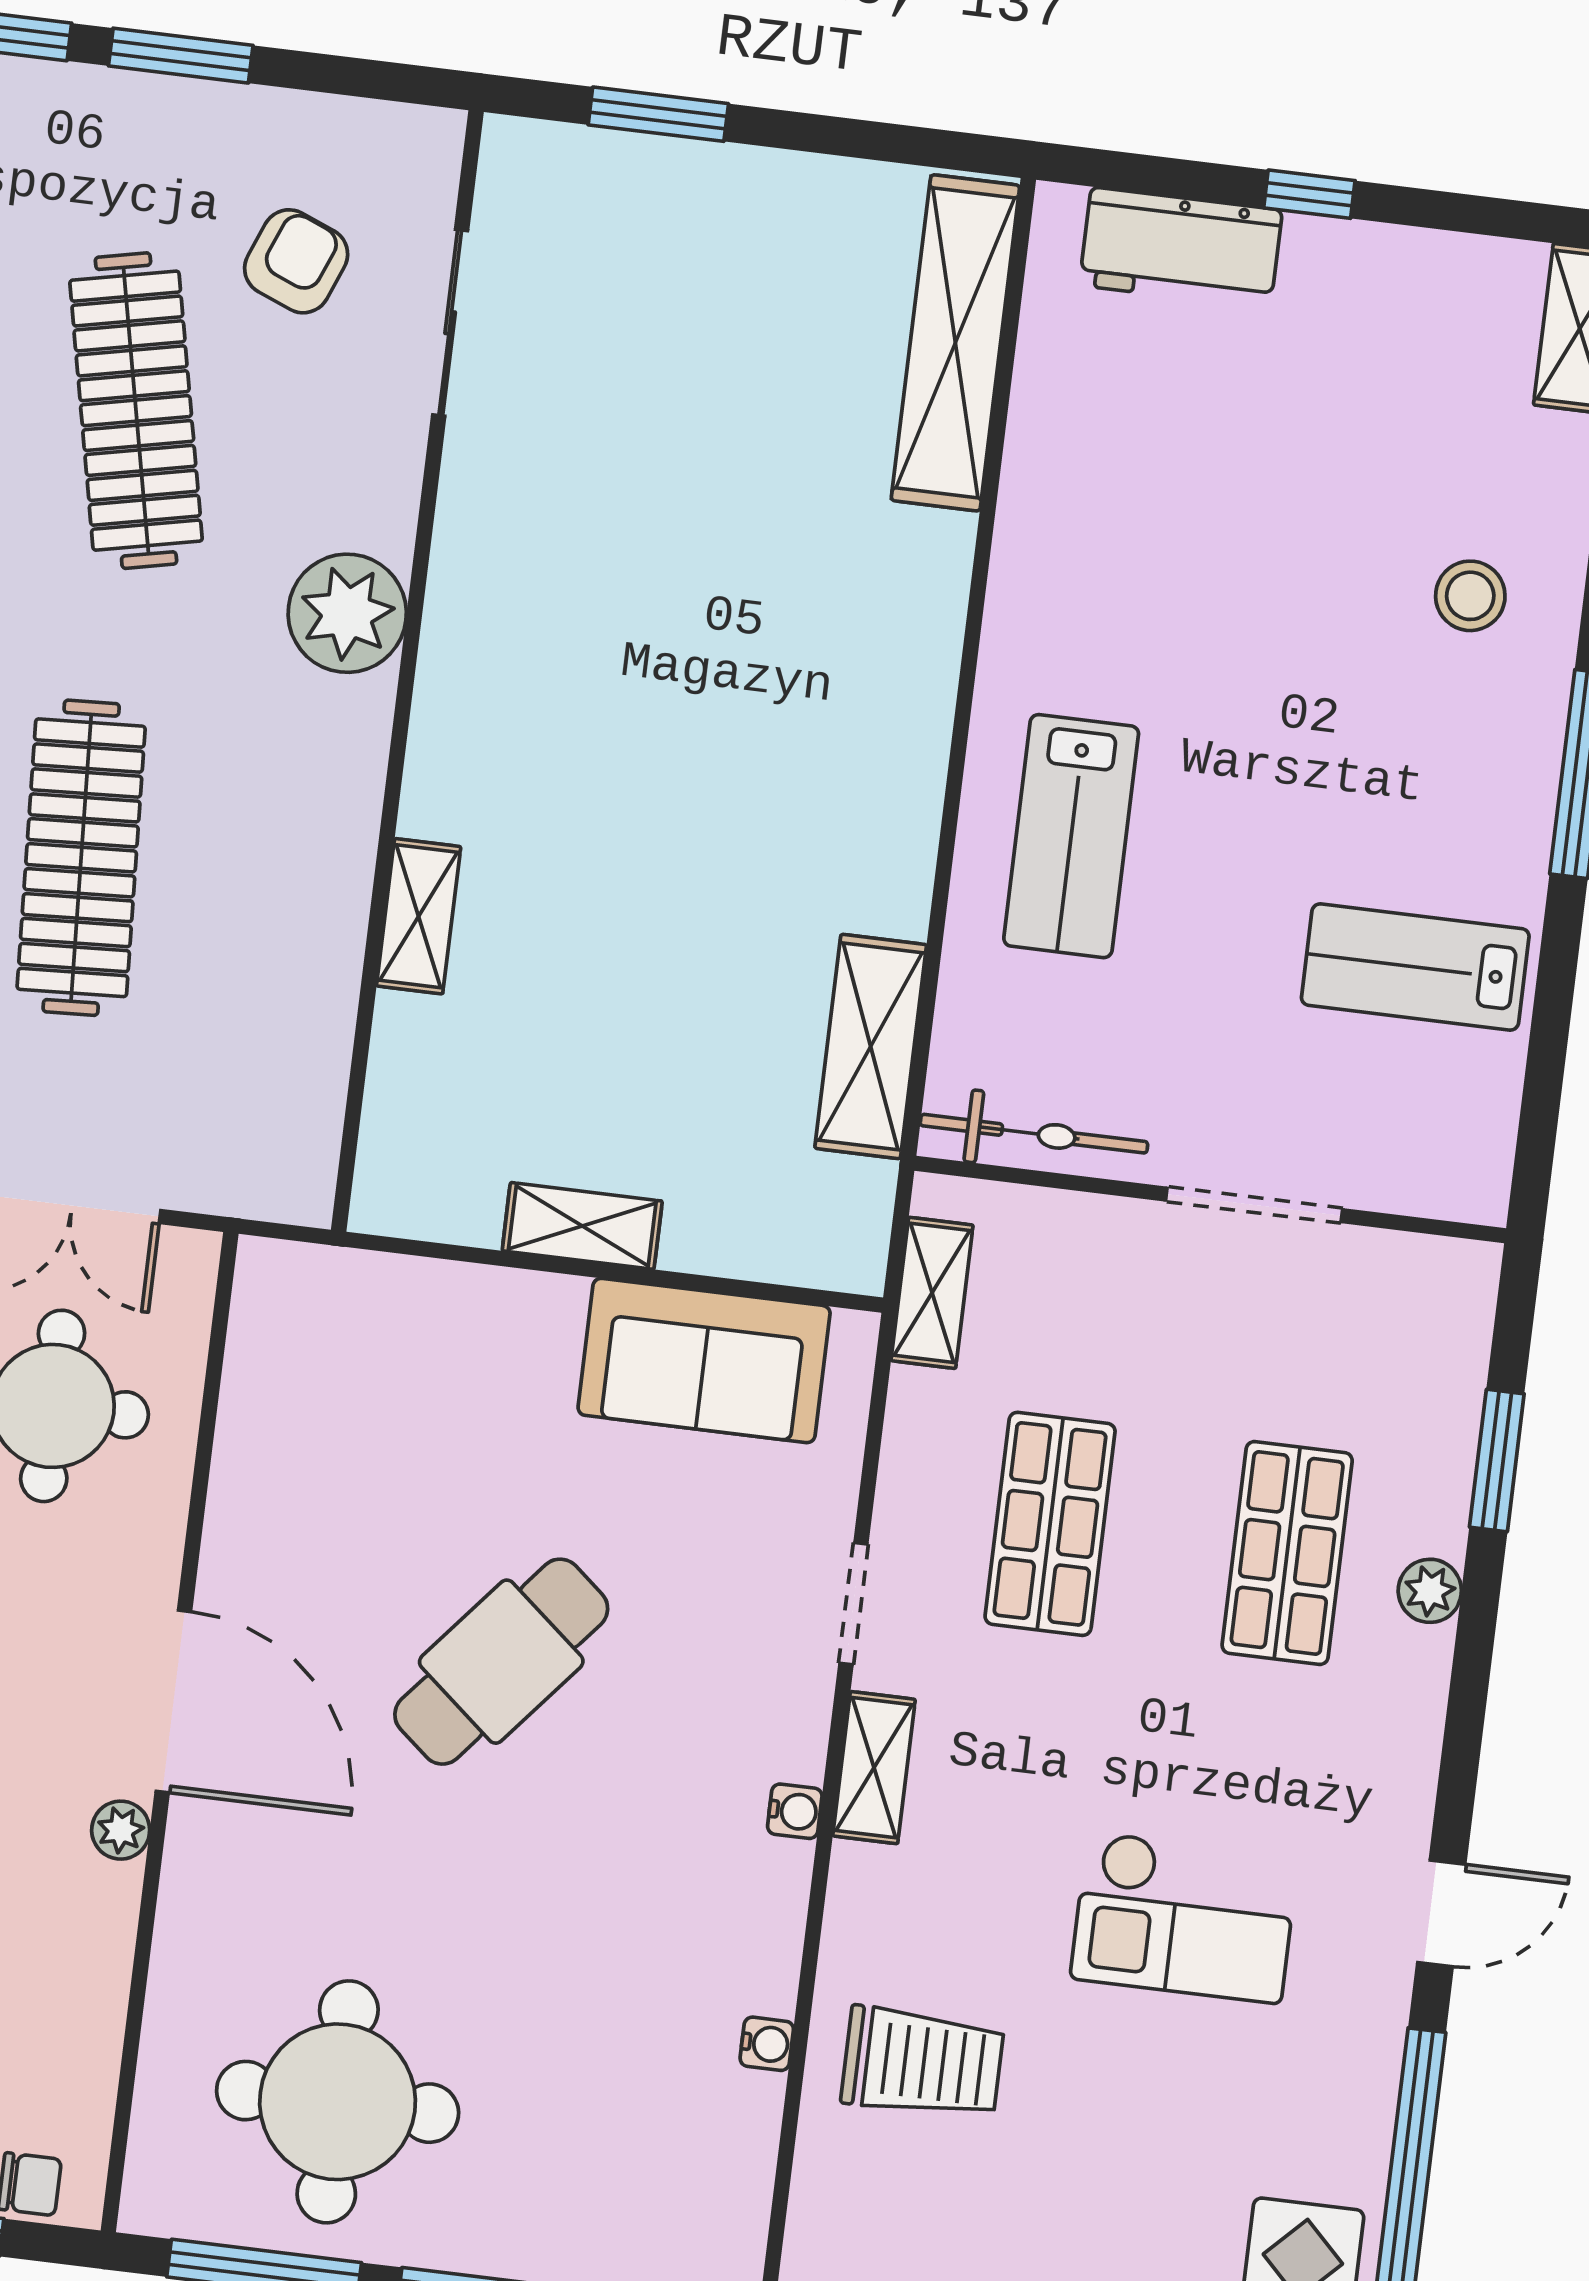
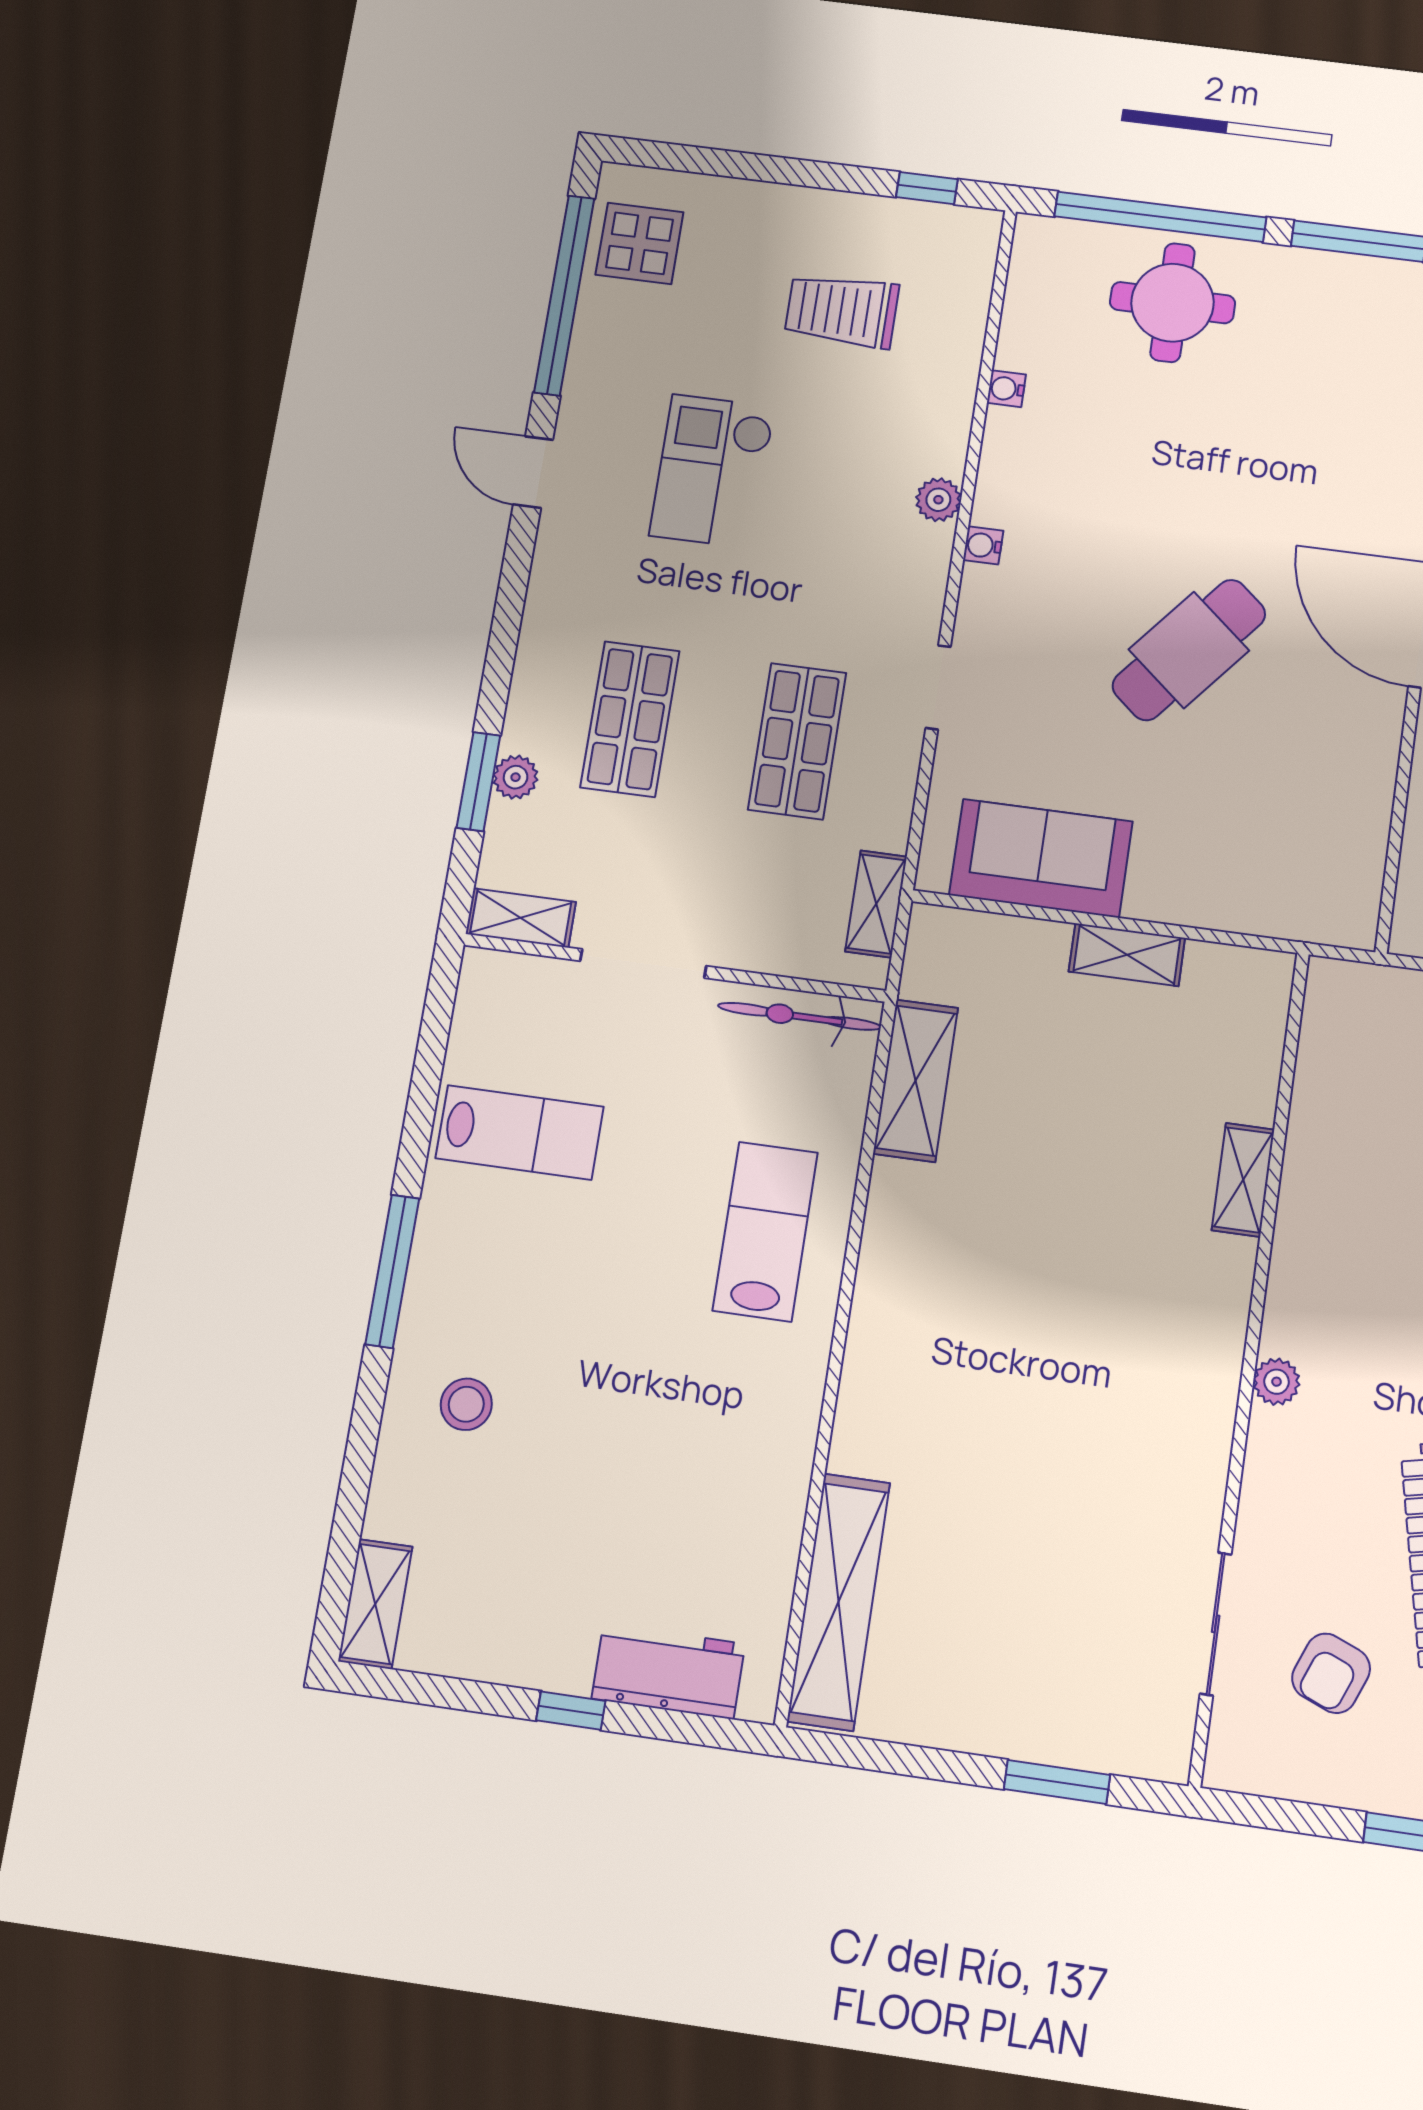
plant: (347, 613) -> (1276, 1382), width x0.53, depth x0.53
plant: (1430, 1591) -> (516, 777), moved
shelving: (874, 1768) -> (521, 918), moved, turned 90
plant: (860, 1878) -> (938, 500), added
door: (1441, 1913) -> (533, 472), hinge flipped
checkout: (1184, 1917) -> (712, 471), turned -90
trolley: (923, 2063) -> (842, 311), moved
round table: (338, 2102) -> (1172, 303), moved, width x0.73, depth x0.73

